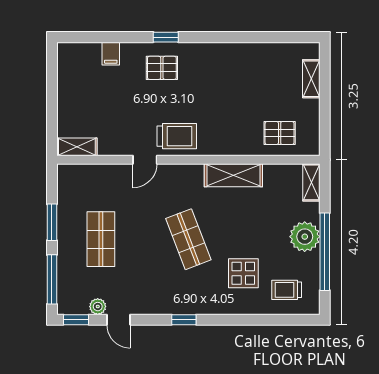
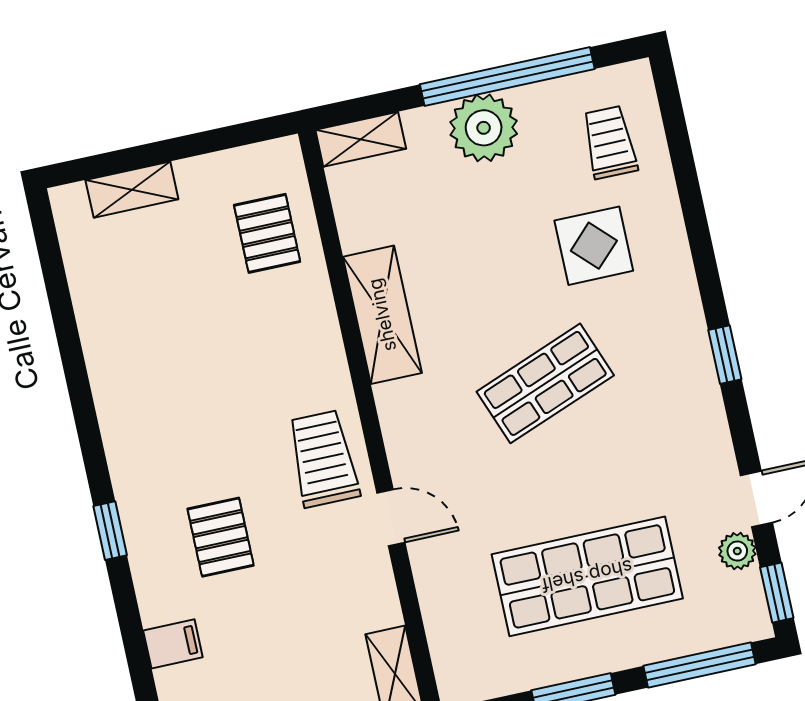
pallet: (162, 68) -> (221, 537), moved
shop shelf: (101, 239) -> (587, 576), width x1.43, depth x1.36
trolley: (287, 290) -> (610, 142), turned 180

